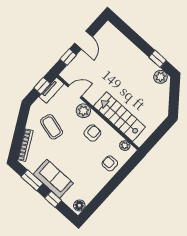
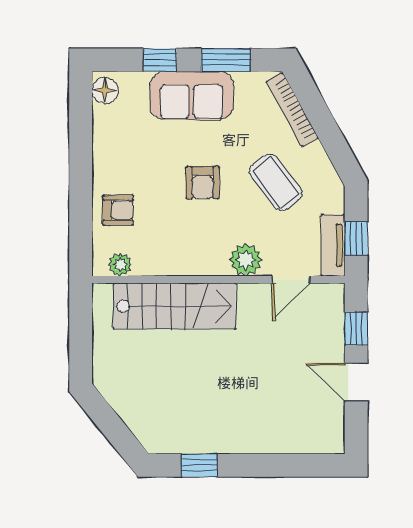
plant: (161, 77) -> (166, 439), removed
coffee table: (52, 127) -> (276, 182), turned 38
armchair: (92, 133) -> (203, 183), moved

